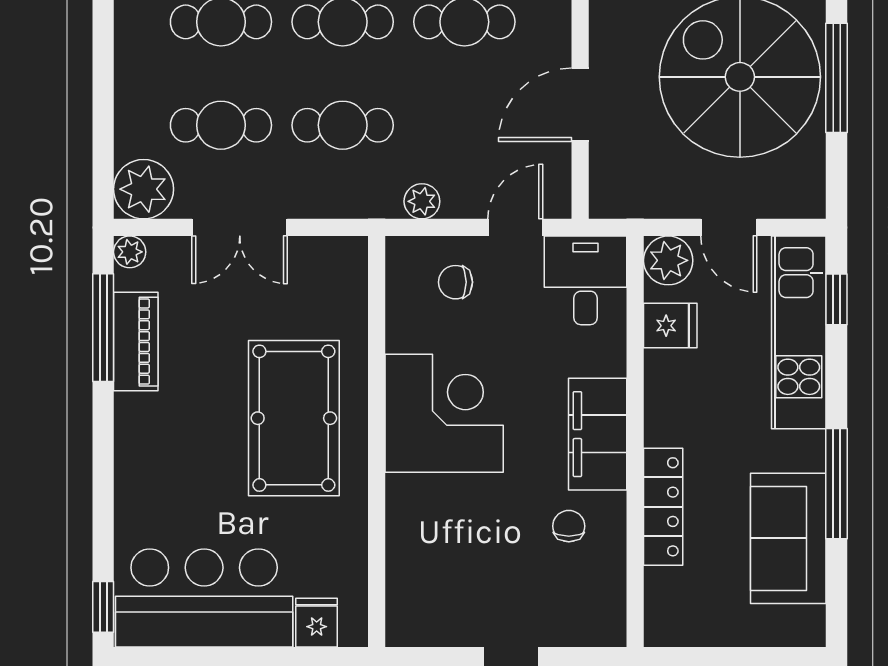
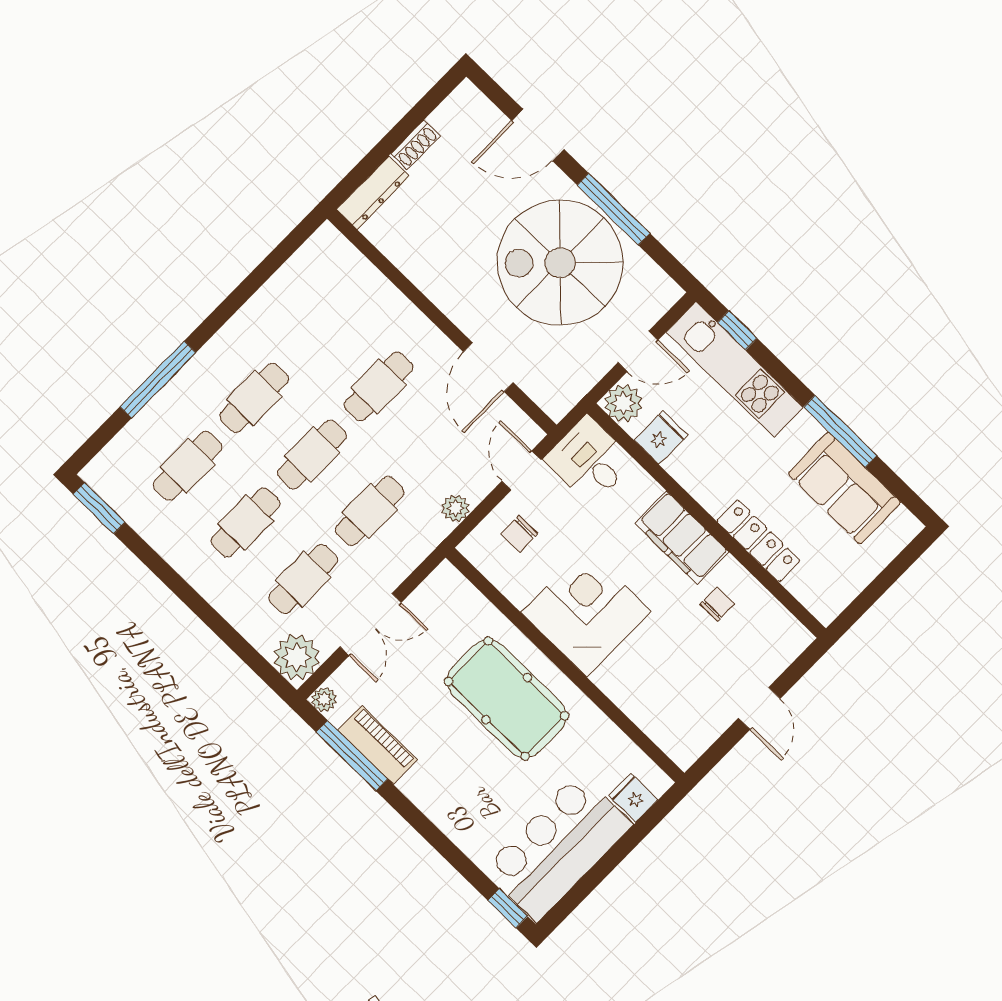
chair: (569, 526) -> (717, 604), turned 90

